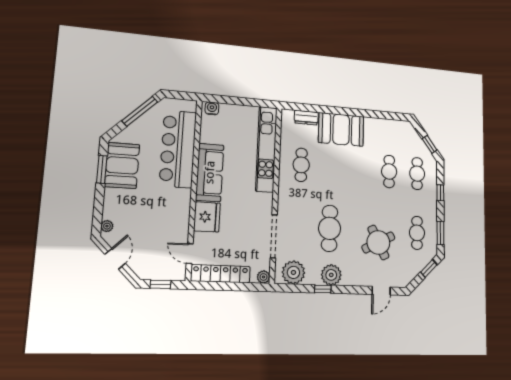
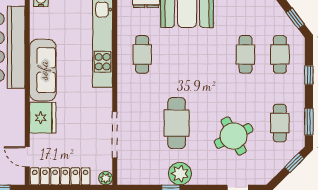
plant: (293, 272) -> (138, 172), removed

